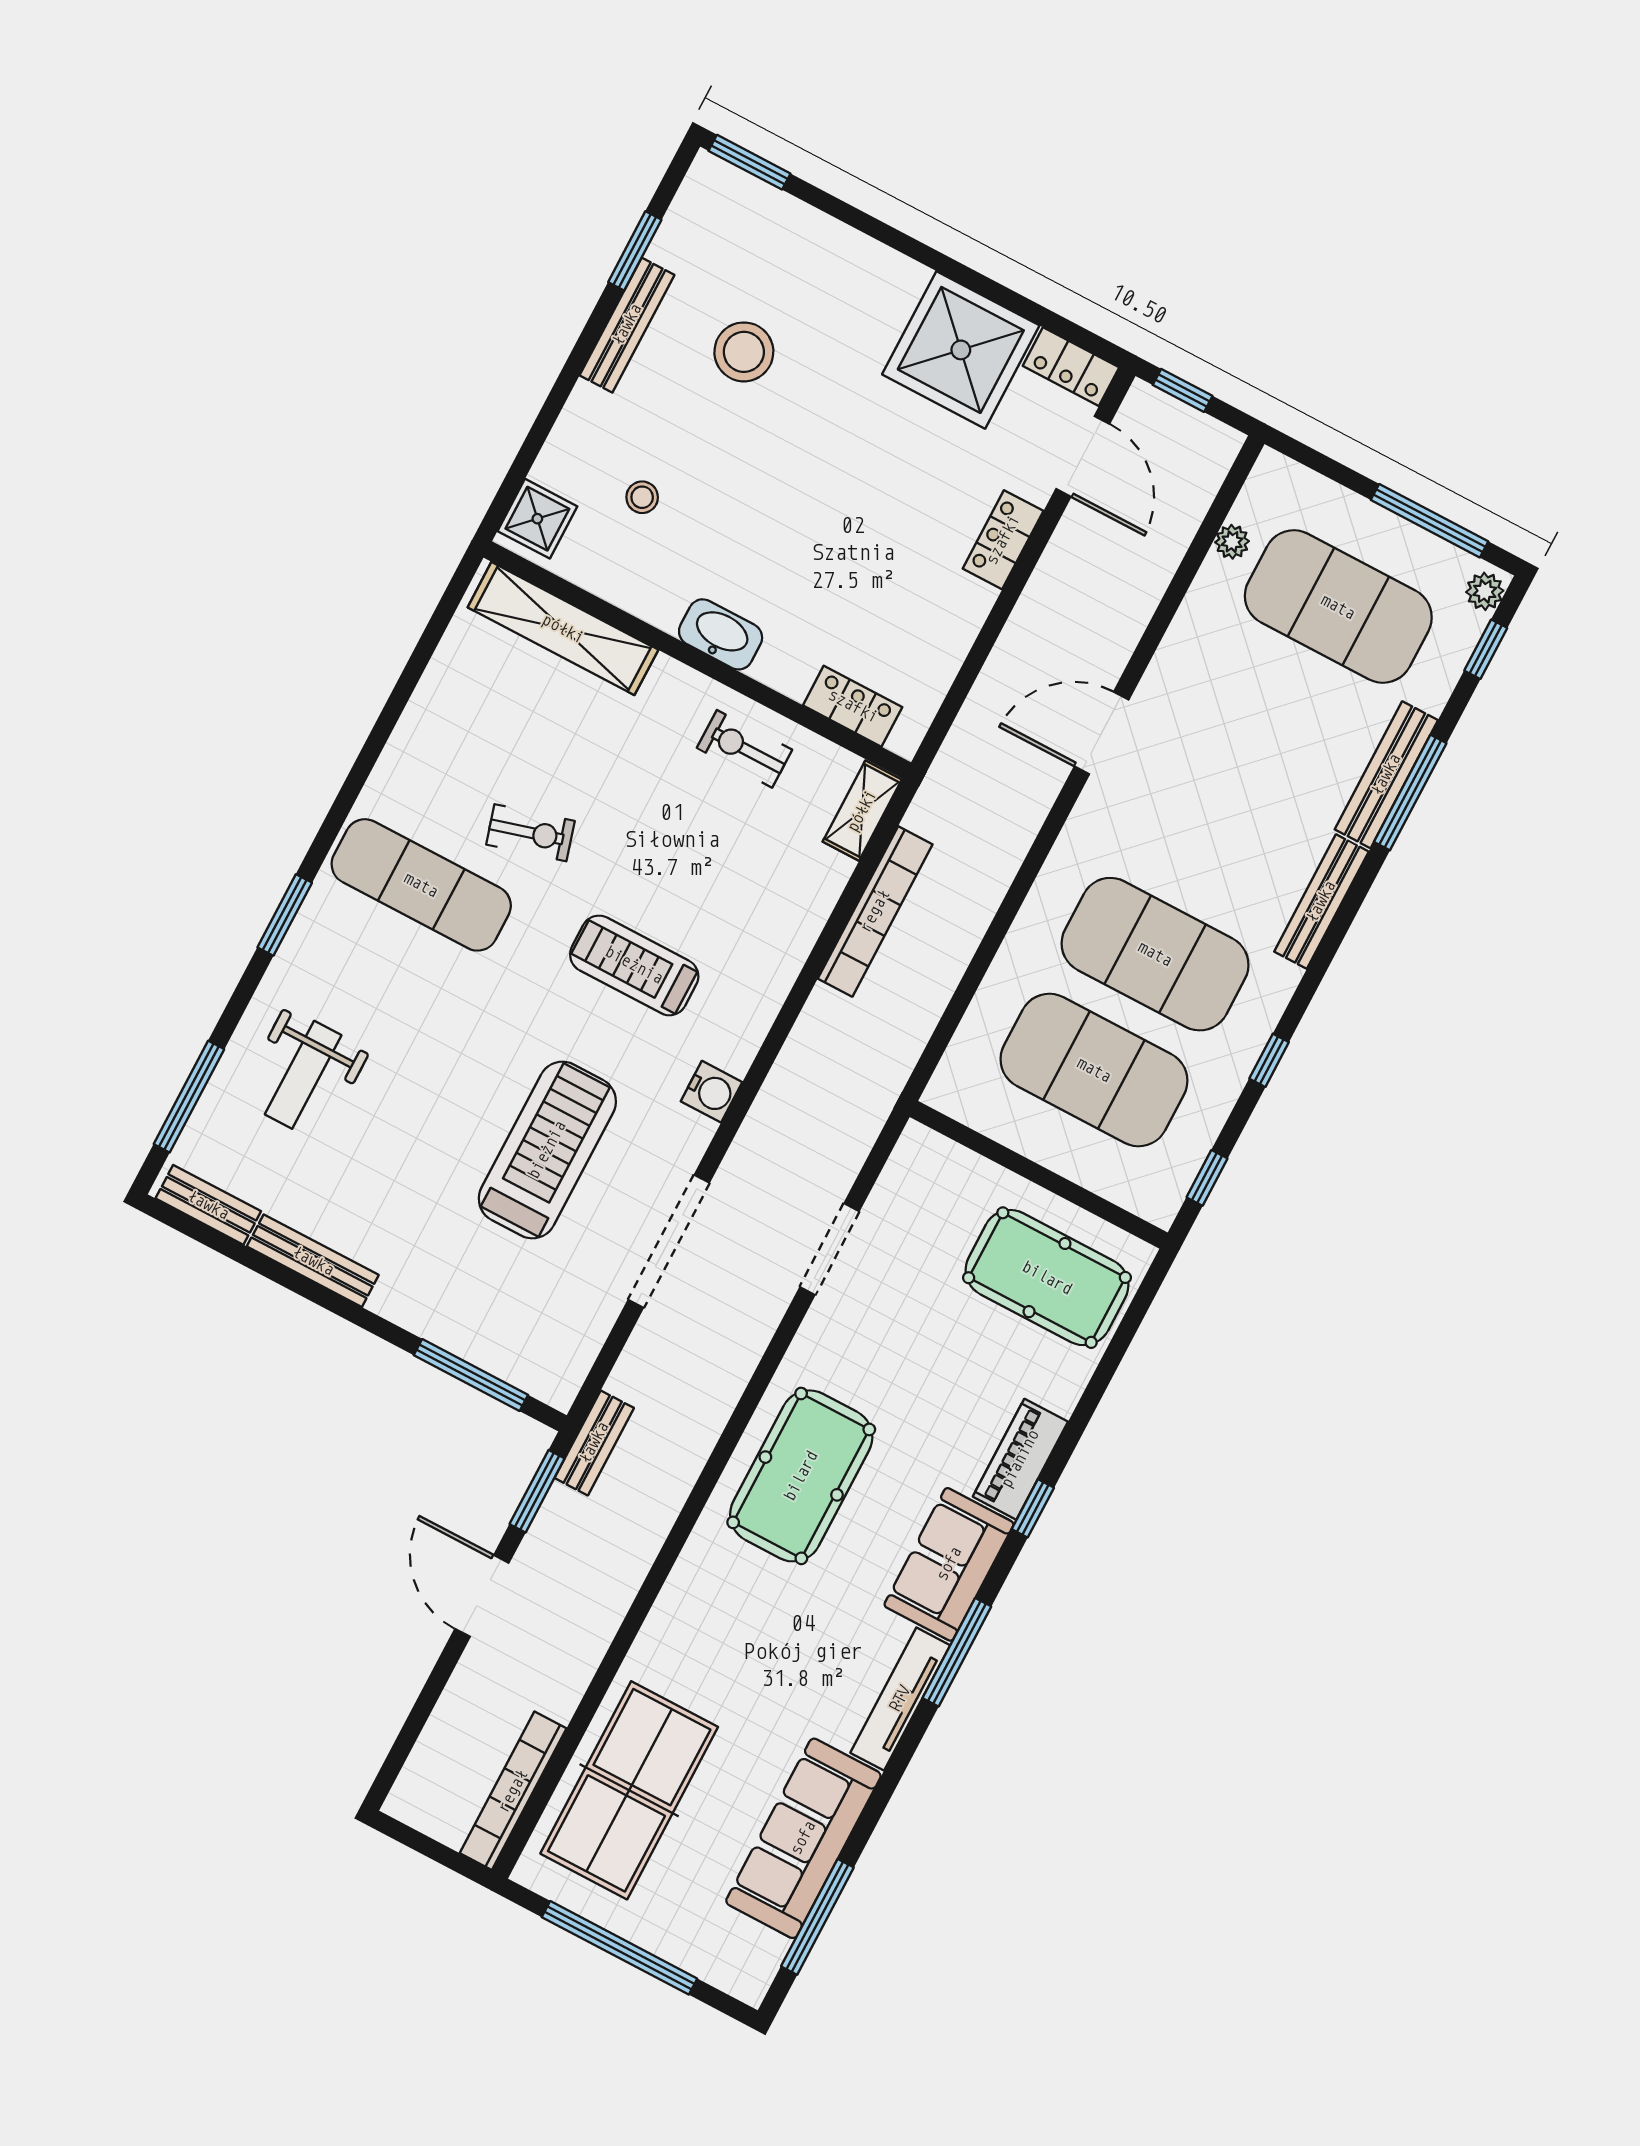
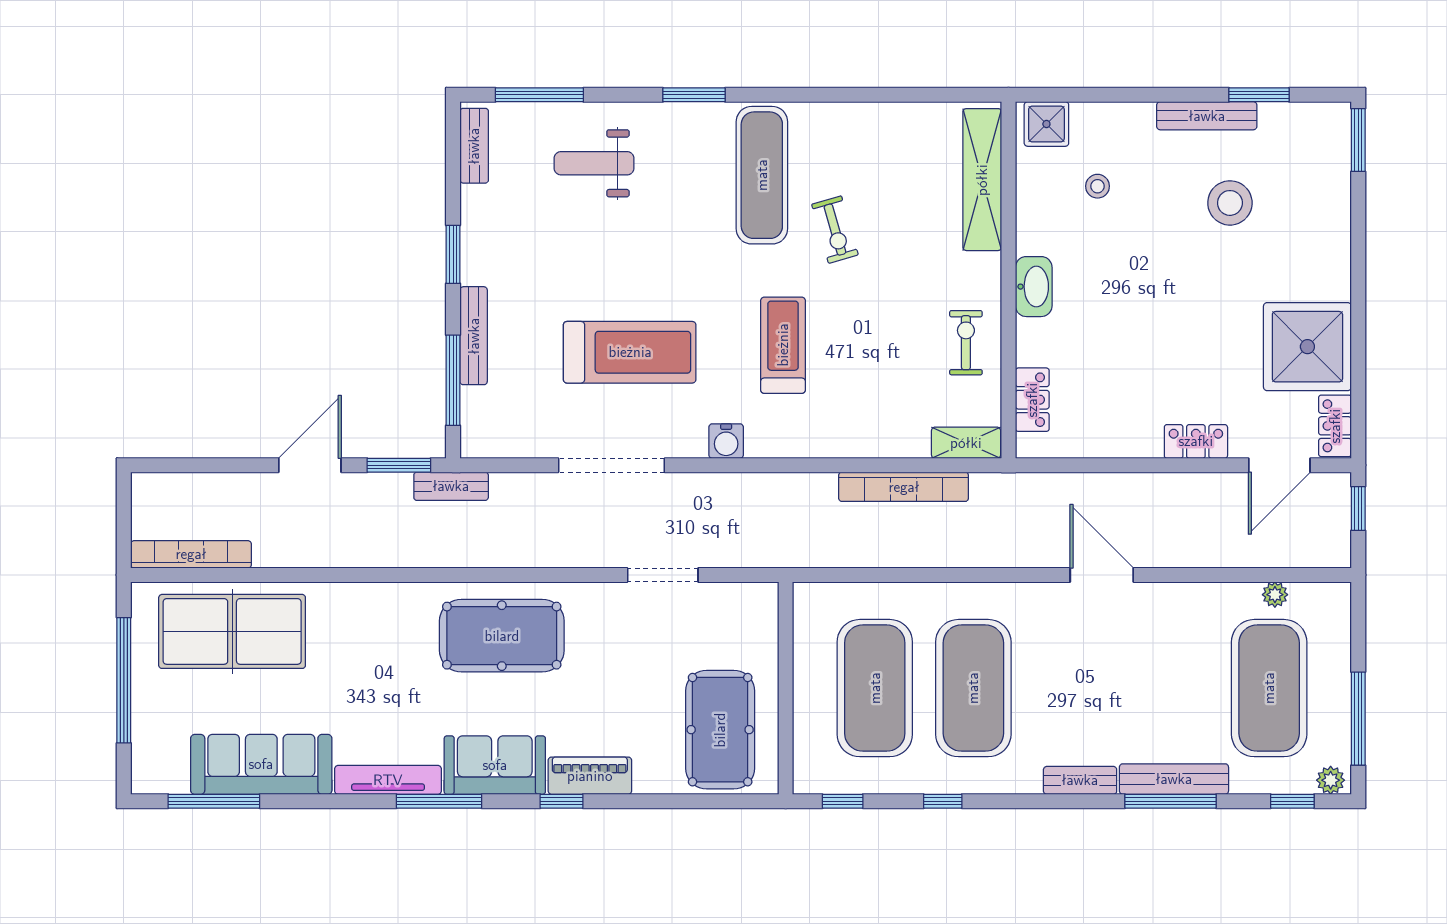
bench: (1321, 902) -> (1080, 780), width x0.73
bench: (313, 1261) -> (474, 336), moved
window: (323, 1297) -> (453, 254), added

